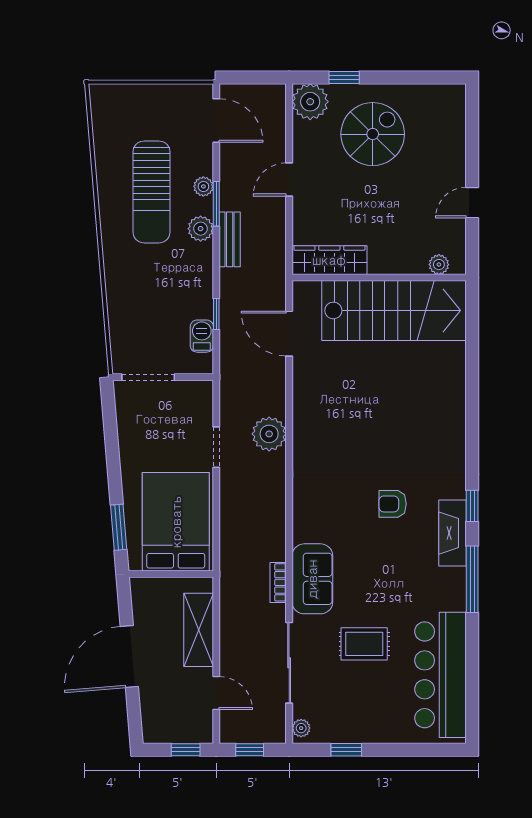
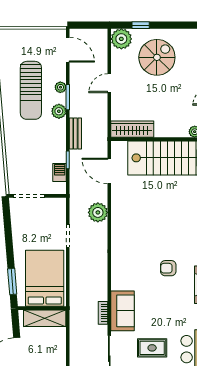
bench: (230, 239) -> (75, 134), moved
plant: (269, 434) -> (98, 212), moved
shelving: (199, 630) -> (45, 318), moved, turned 90

